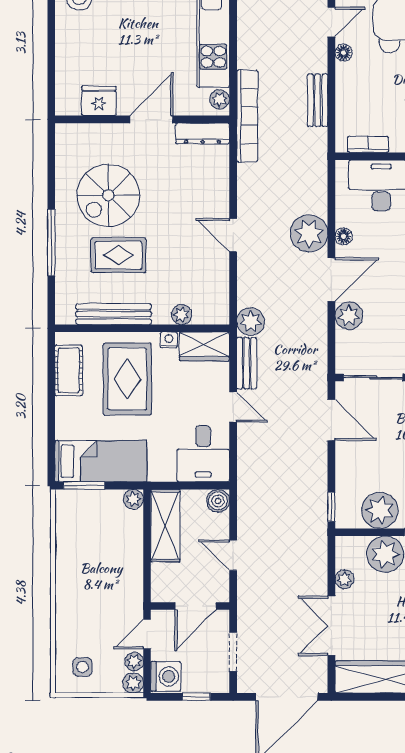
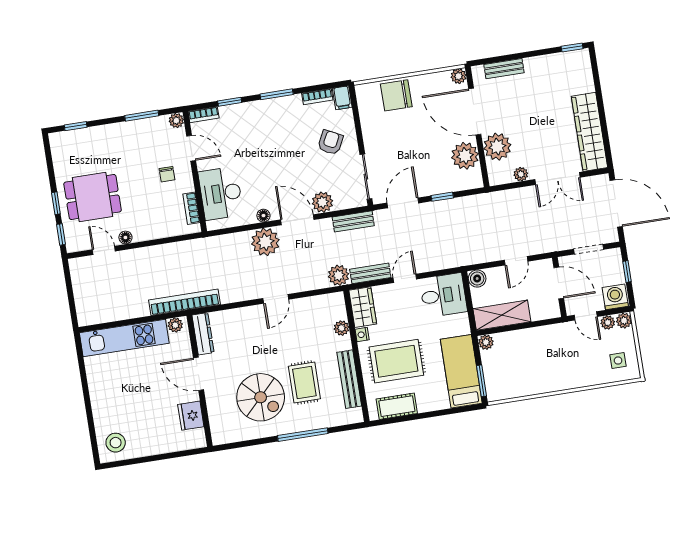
bench: (318, 100) -> (353, 221), moved
window: (331, 507) -> (442, 197), moved

